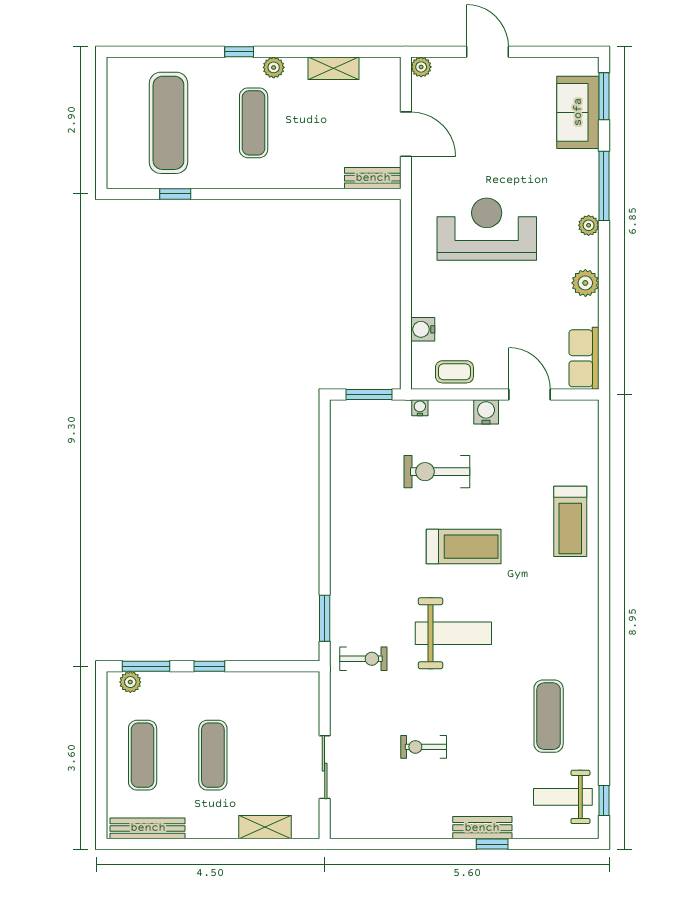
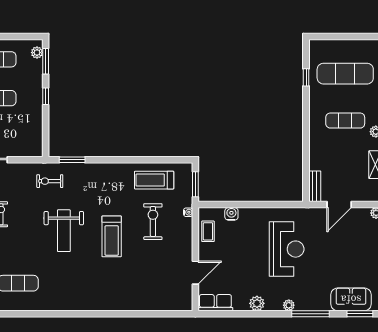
water cooler: (486, 412) -> (186, 249), removed
treadmill: (570, 521) -> (154, 180), moved
exercise bike: (363, 659) -> (50, 181), turned 90

